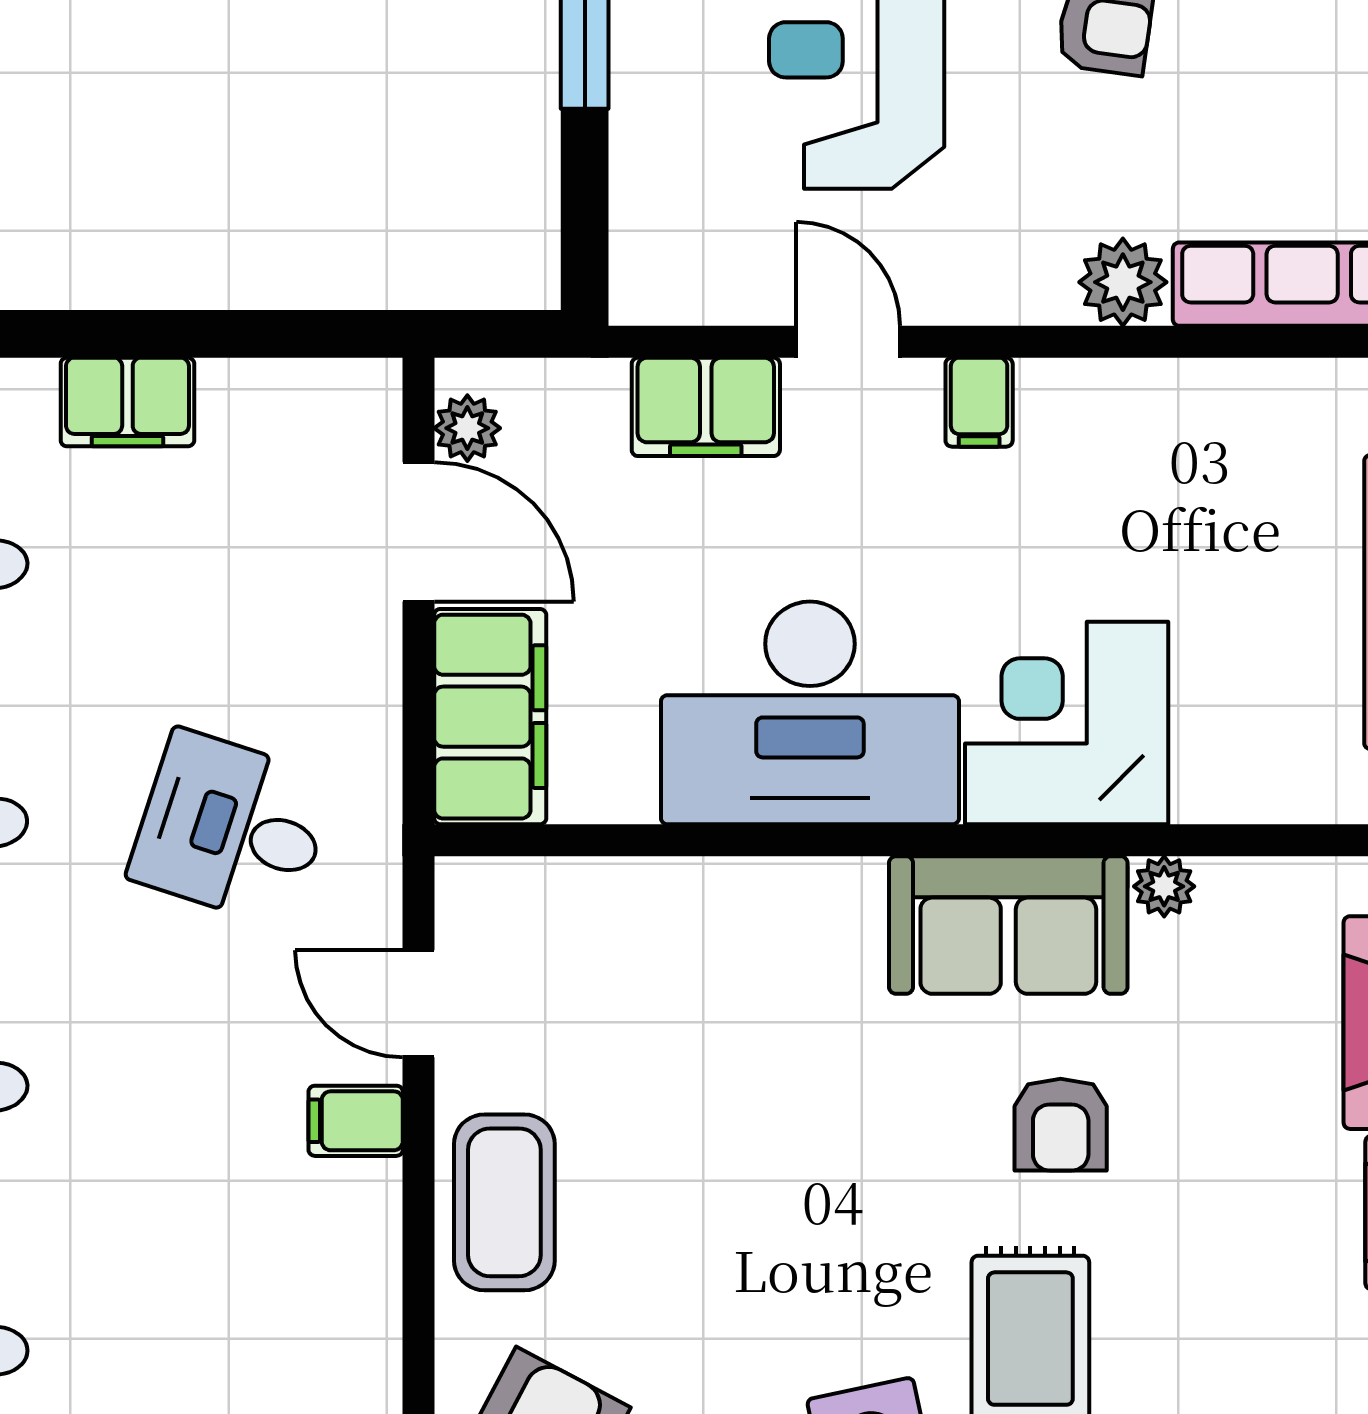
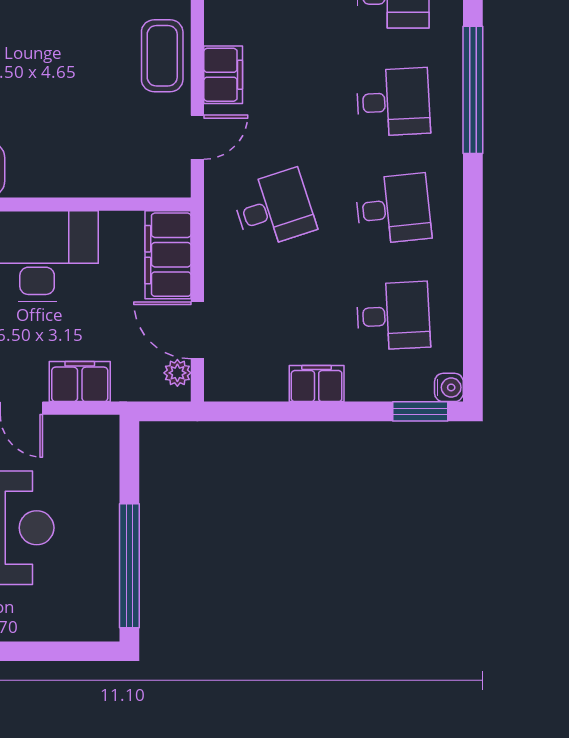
desk: (232, 828) -> (274, 209), turned -36
door: (418, 1004) -> (197, 137), hinge flipped
filing cabinet: (356, 1121) -> (223, 75), width x2.00

